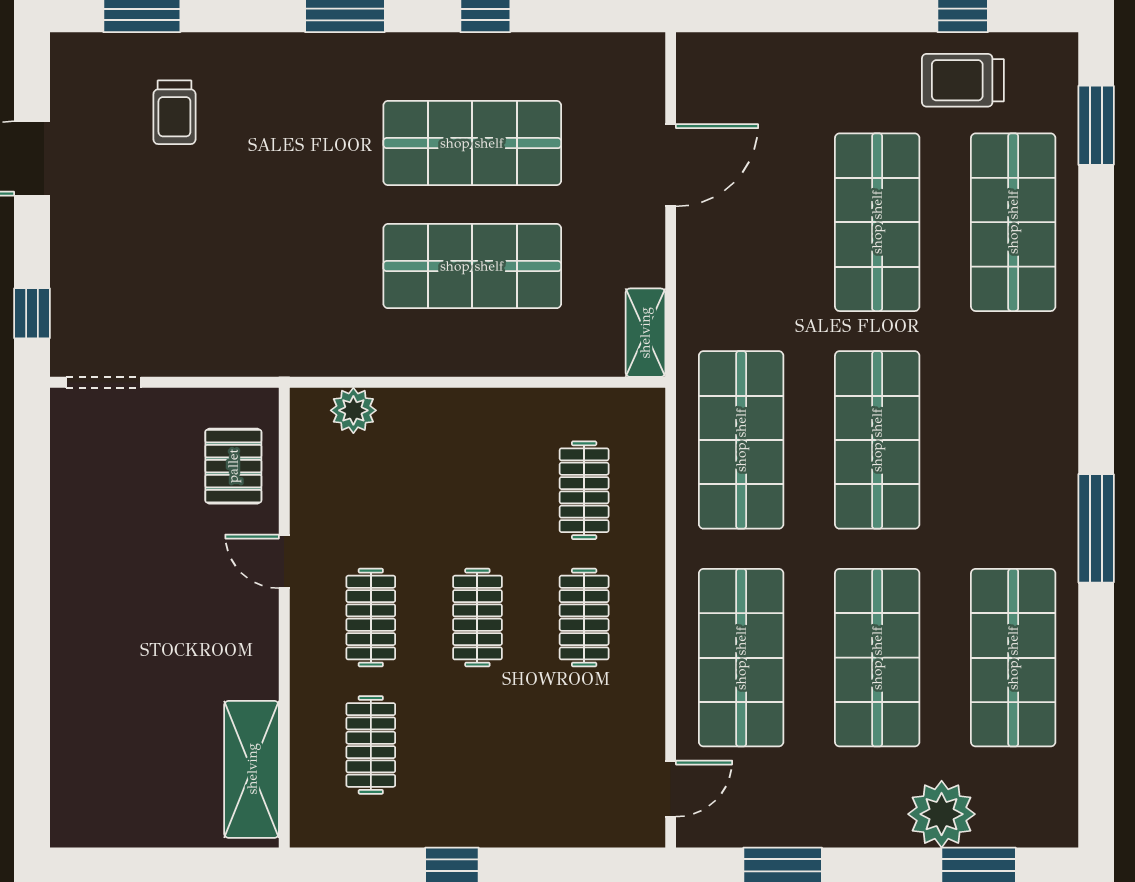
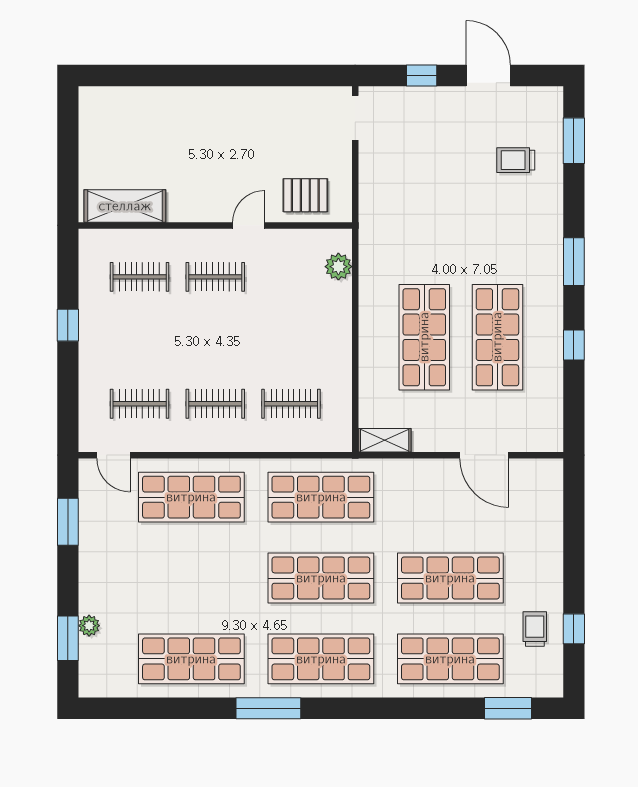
trolley: (963, 80) -> (535, 629), width x0.73, depth x0.72
window: (32, 313) -> (422, 75), moved
clothes rail: (477, 618) -> (140, 404), moved
shop shelf: (877, 658) -> (321, 659), moved
plant: (942, 814) -> (89, 626), width x0.53, depth x0.53

